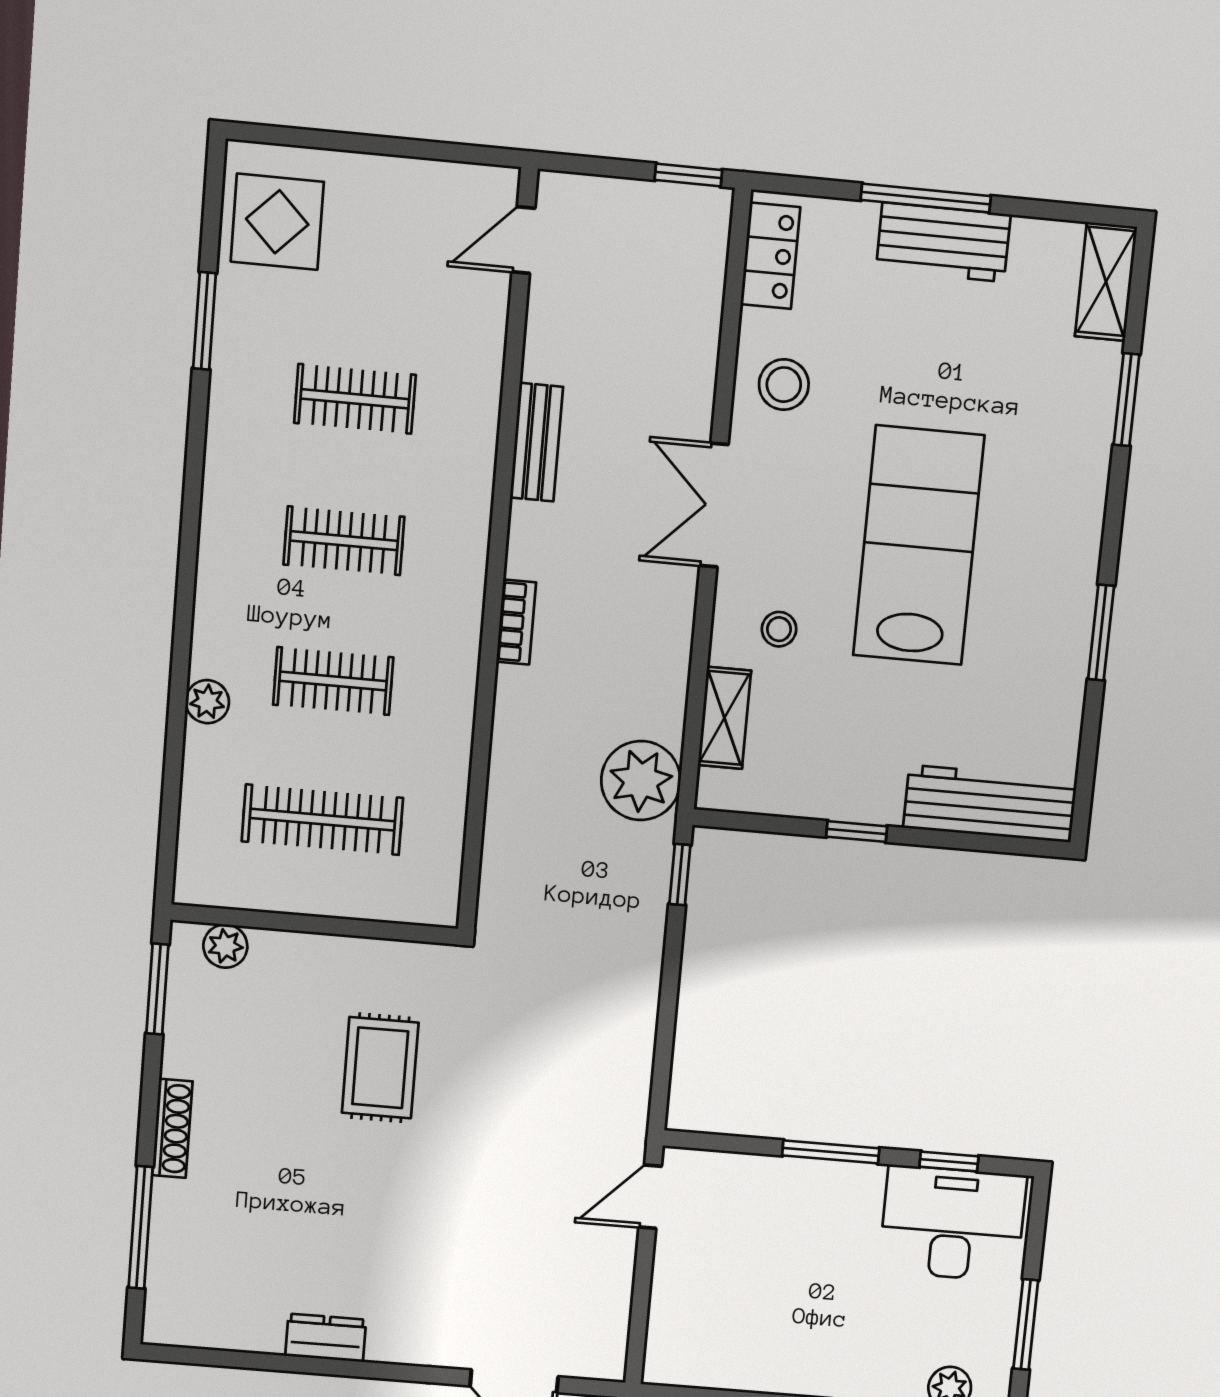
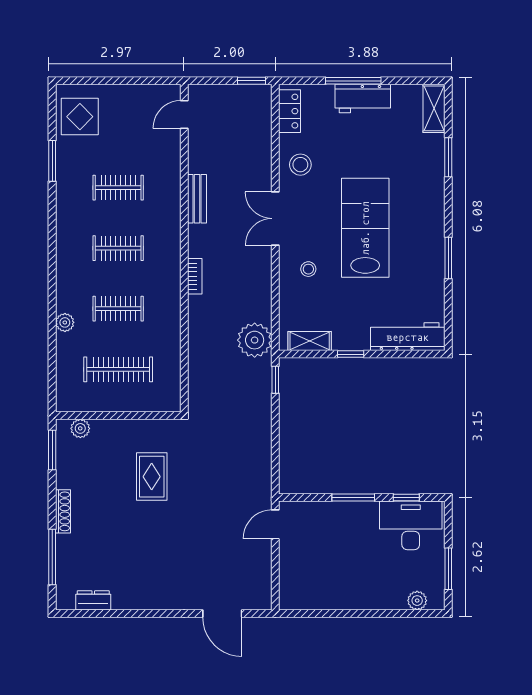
shelving: (724, 718) -> (310, 341), moved, turned 90
dresser: (326, 1338) -> (93, 600), moved

